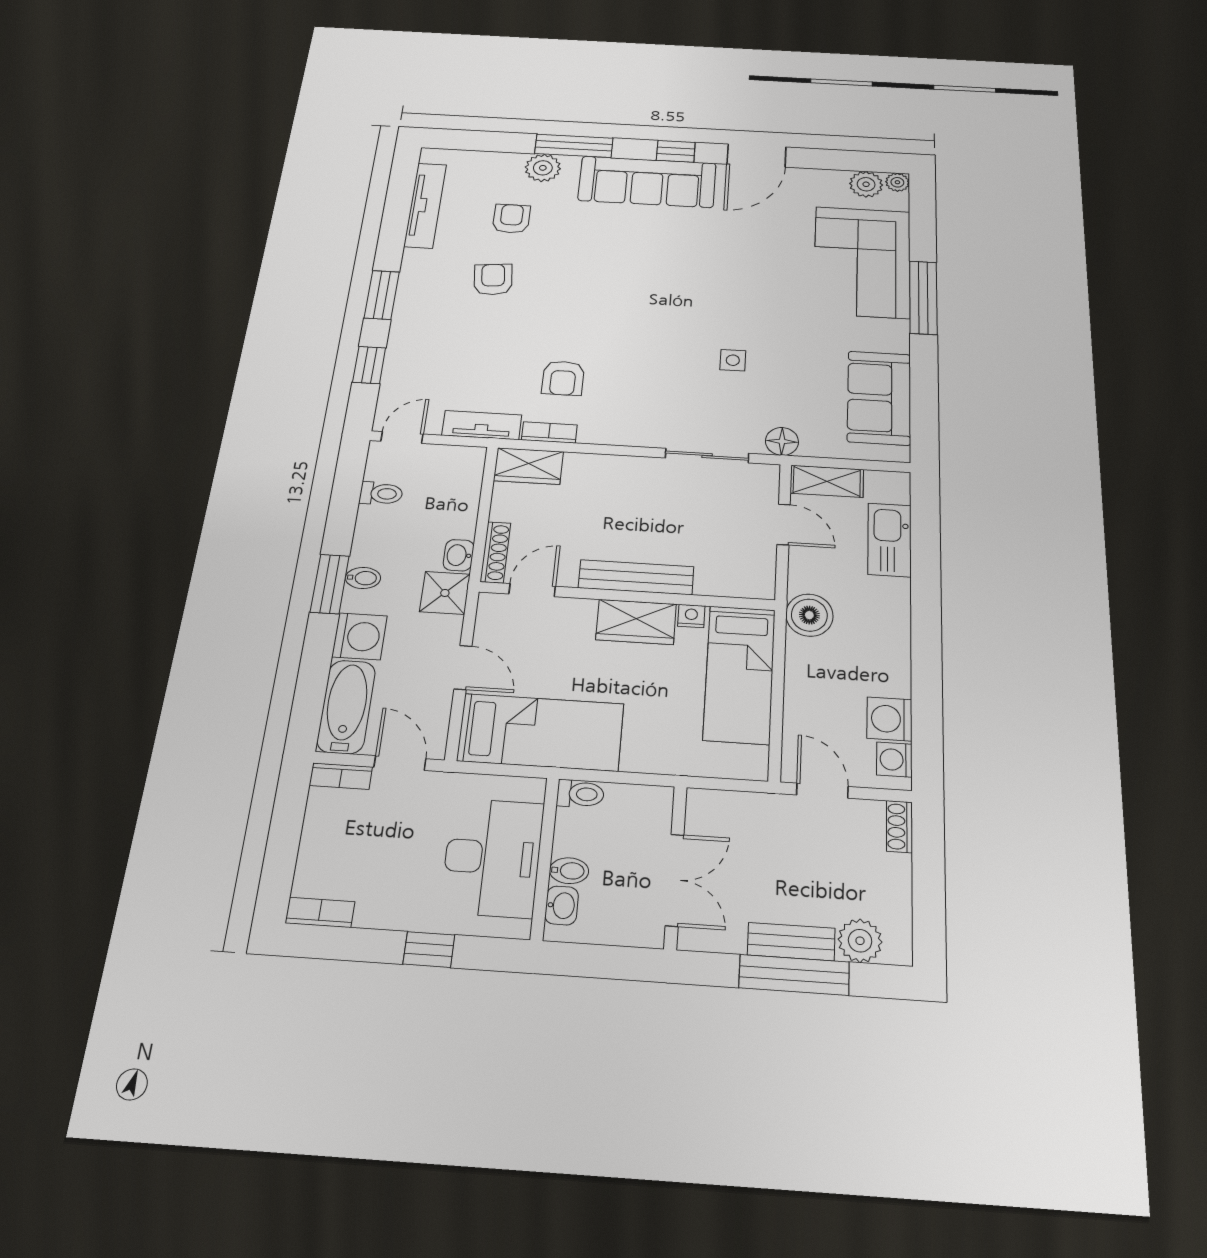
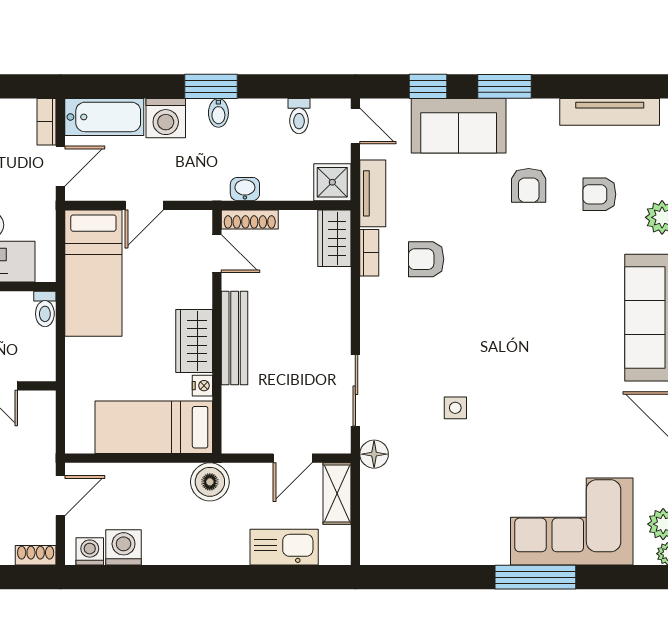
armchair: (511, 219) -> (599, 194), turned 180
armchair: (493, 279) -> (529, 185), turned 96
sofa: (879, 398) -> (459, 126), moved, turned 180
shower: (445, 593) -> (332, 182), moved

